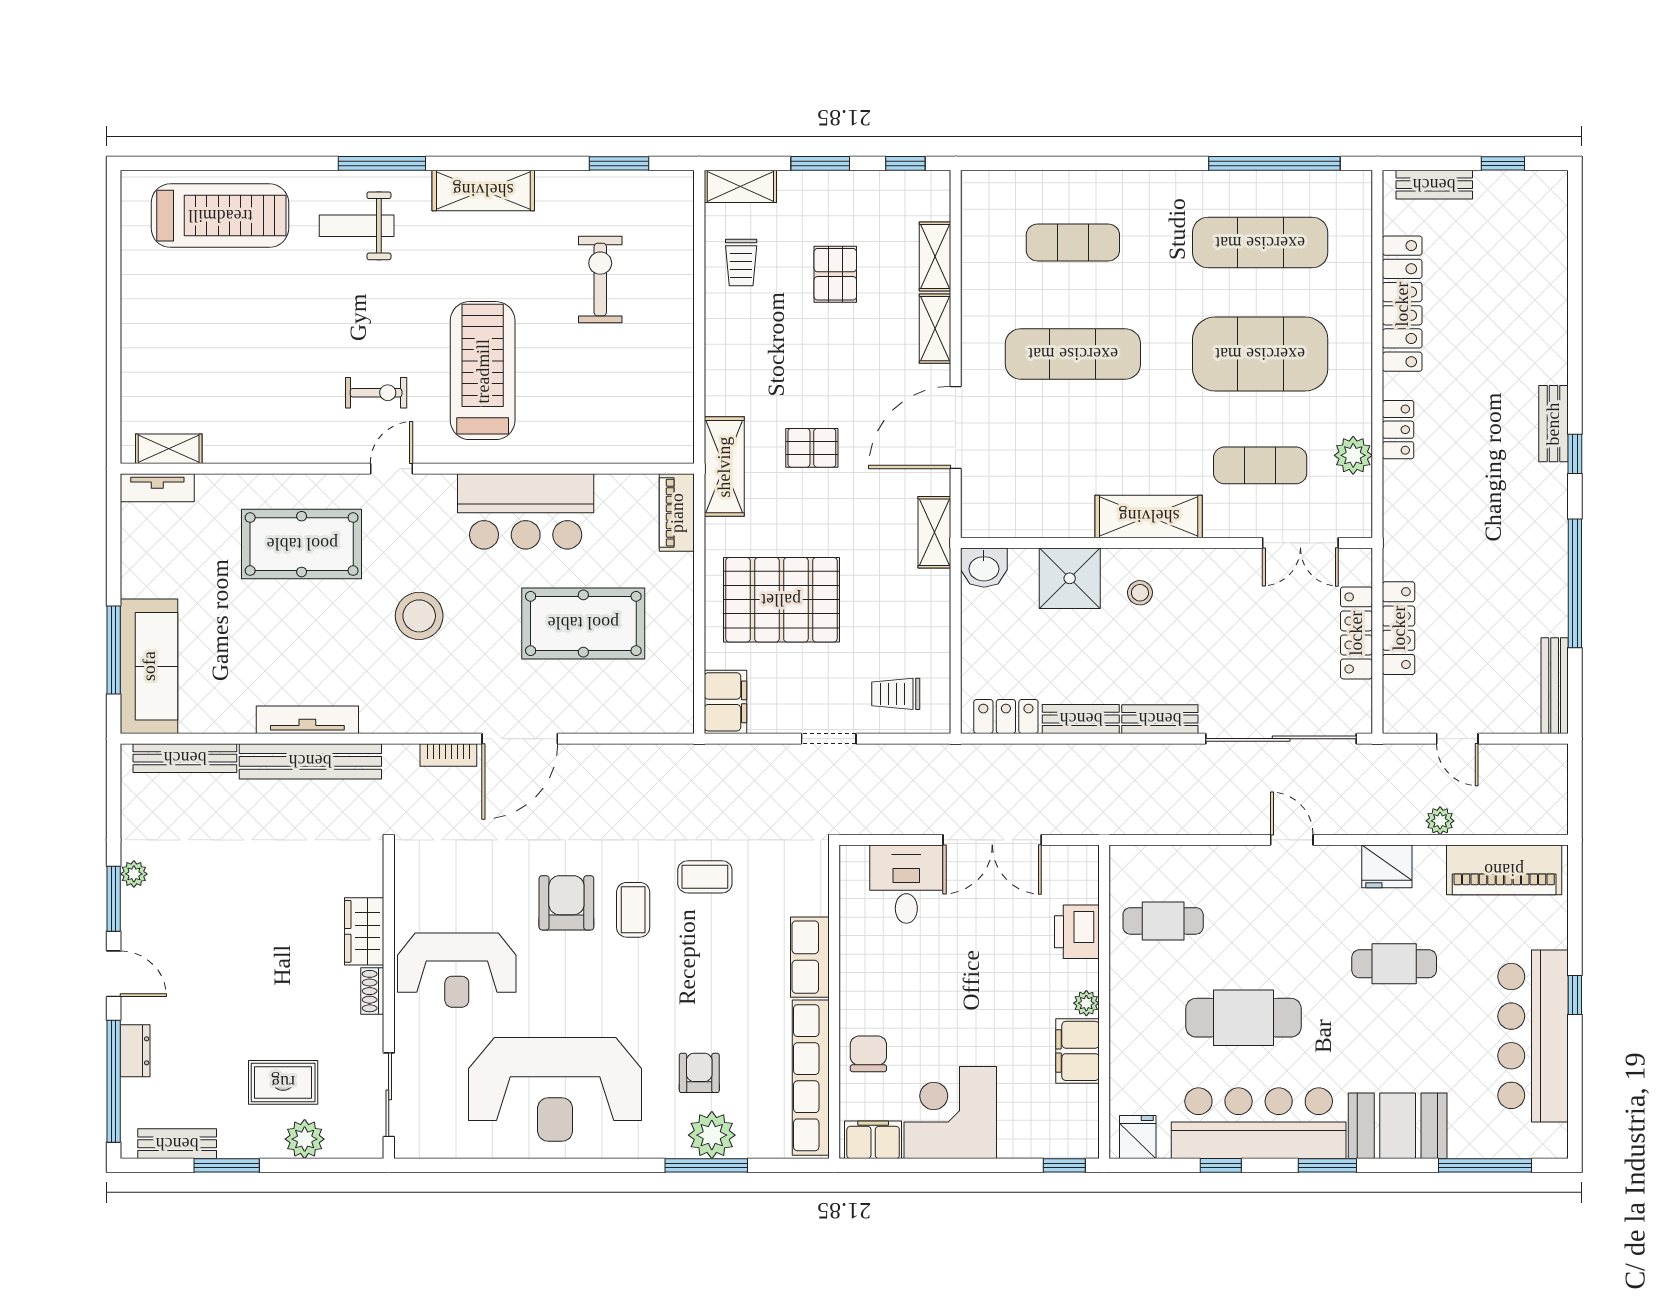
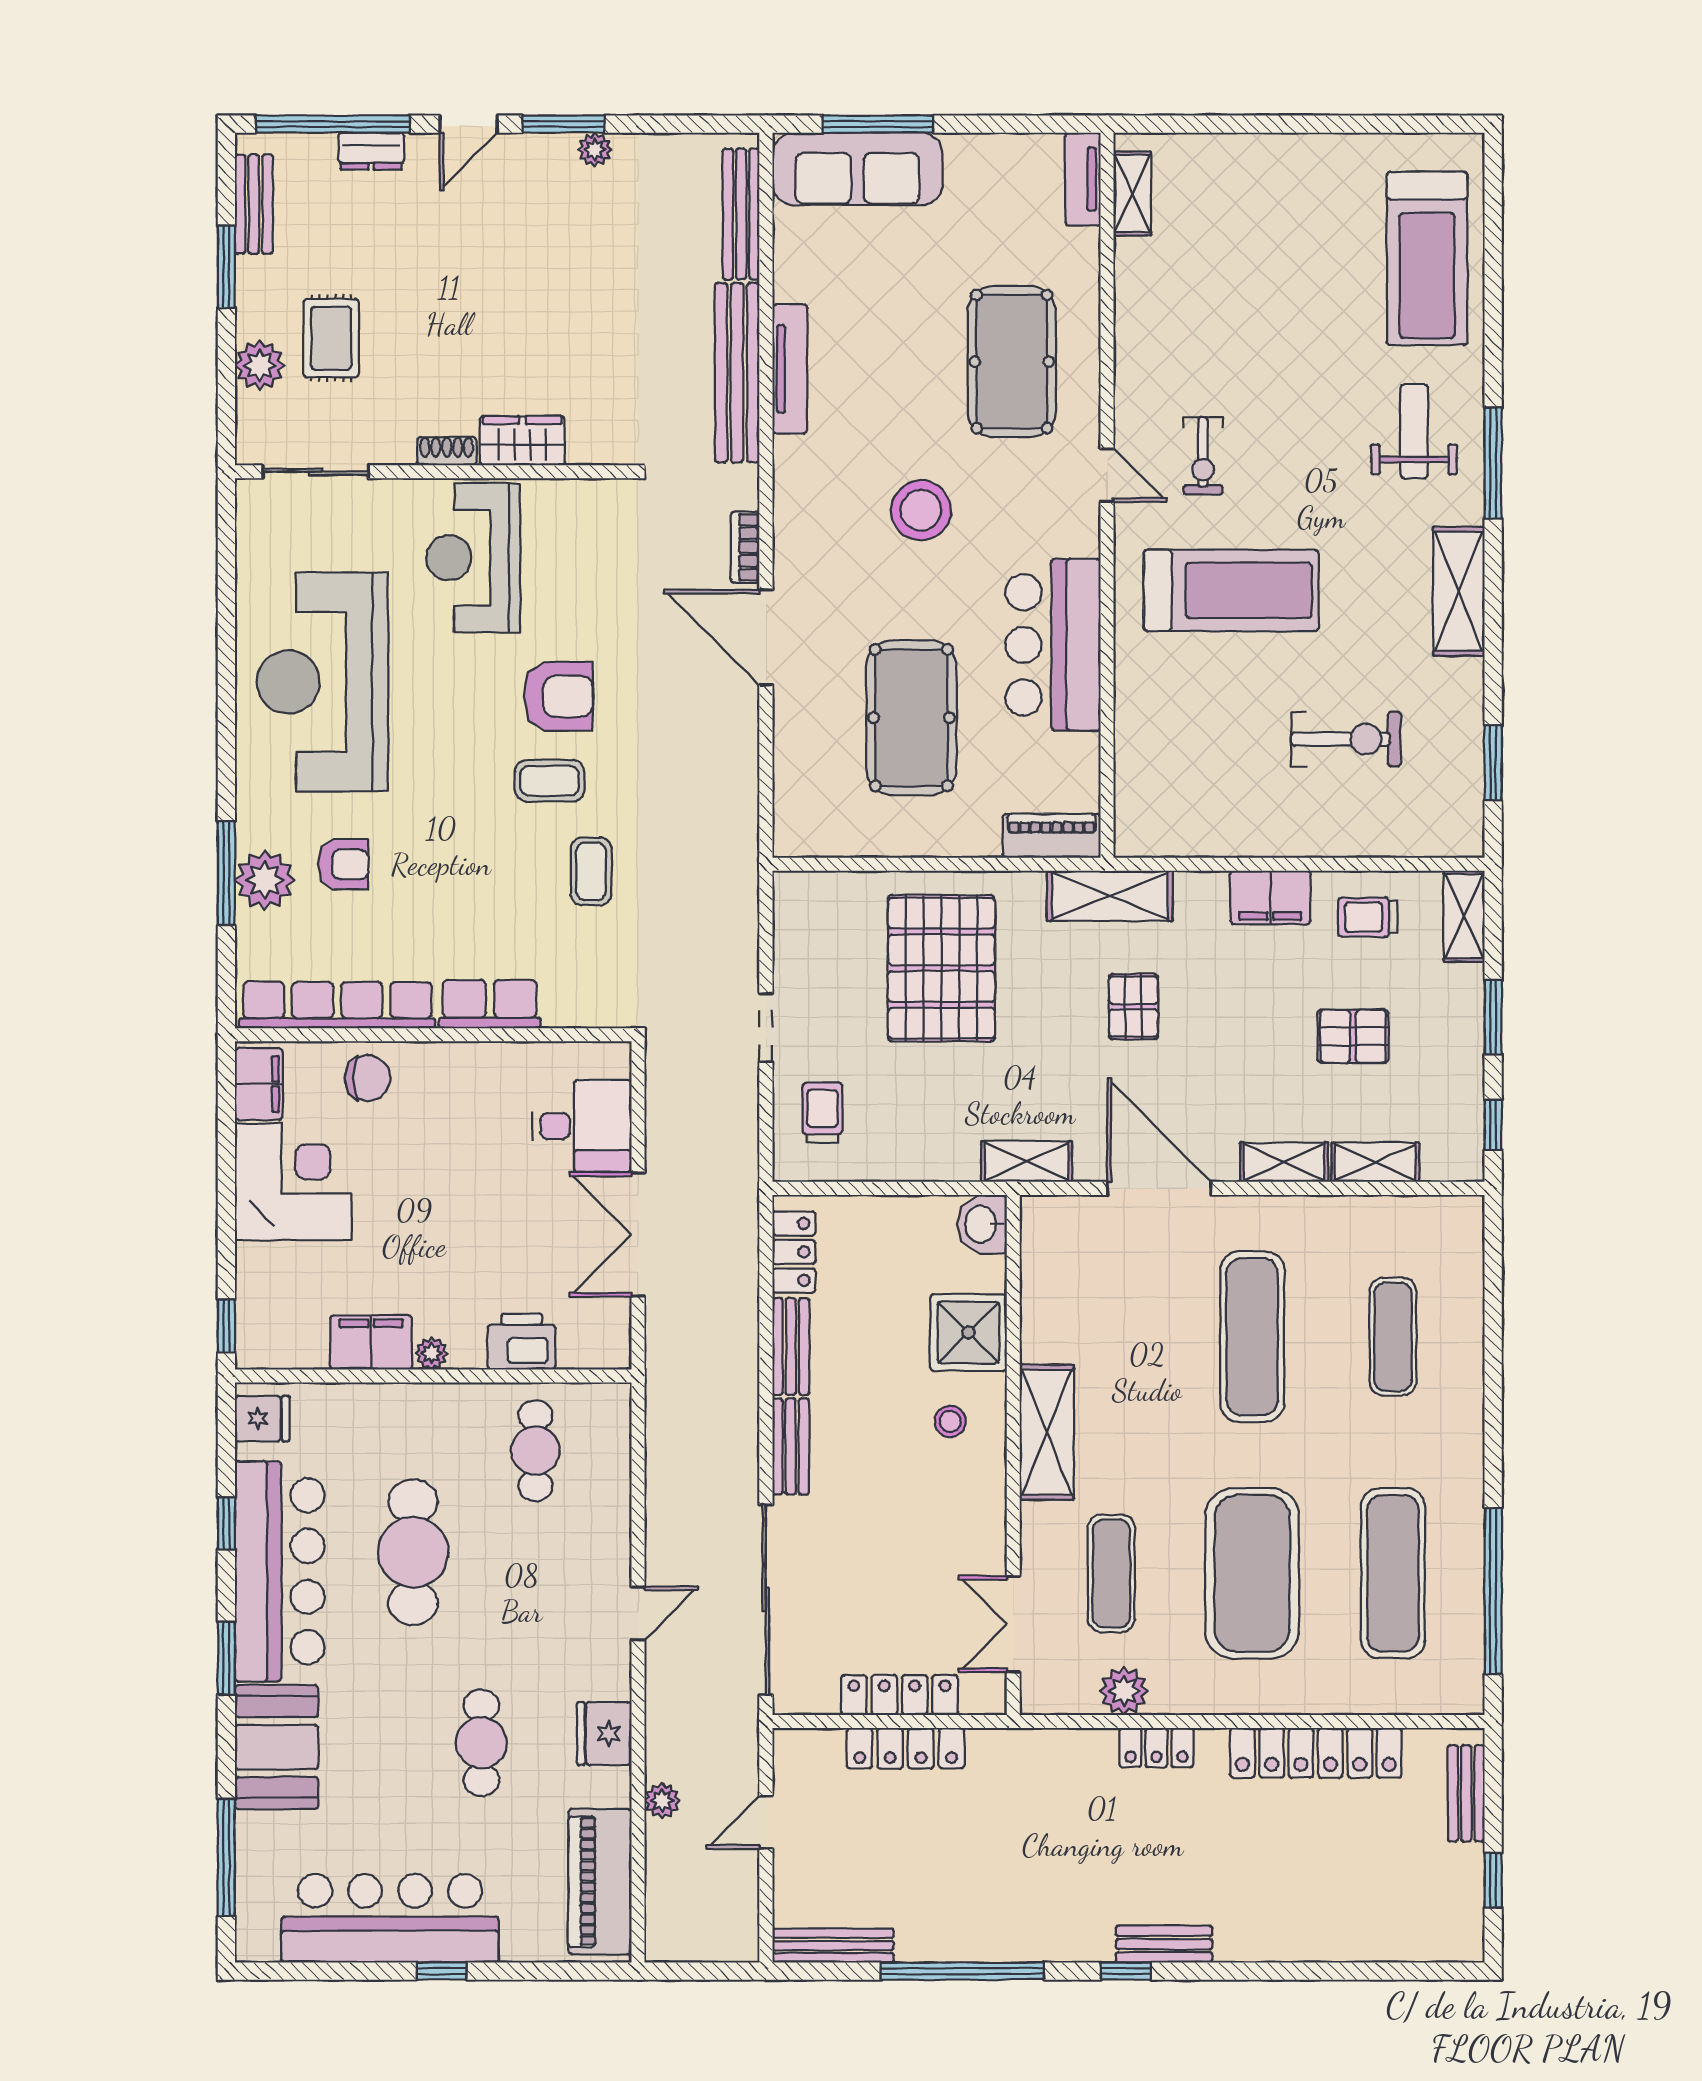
filing cabinet: (725, 702) -> (1270, 897), moved

